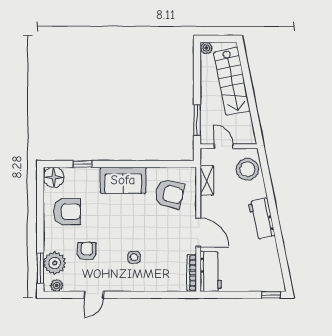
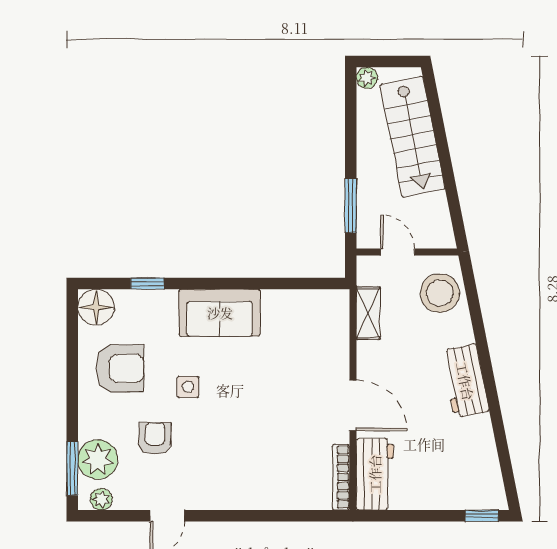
armchair: (169, 194) -> (302, 336), removed
side table: (134, 257) -> (188, 387), moved

